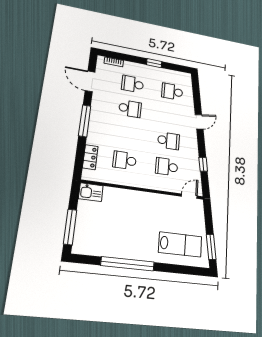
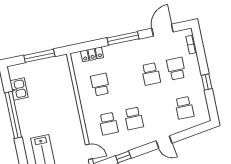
school desk: (172, 92) -> (184, 108), turned 180
school desk: (167, 167) -> (108, 124), turned 180
kitchen sink: (91, 192) -> (19, 89), moved, turned 180
window: (70, 227) -> (39, 56), moved

